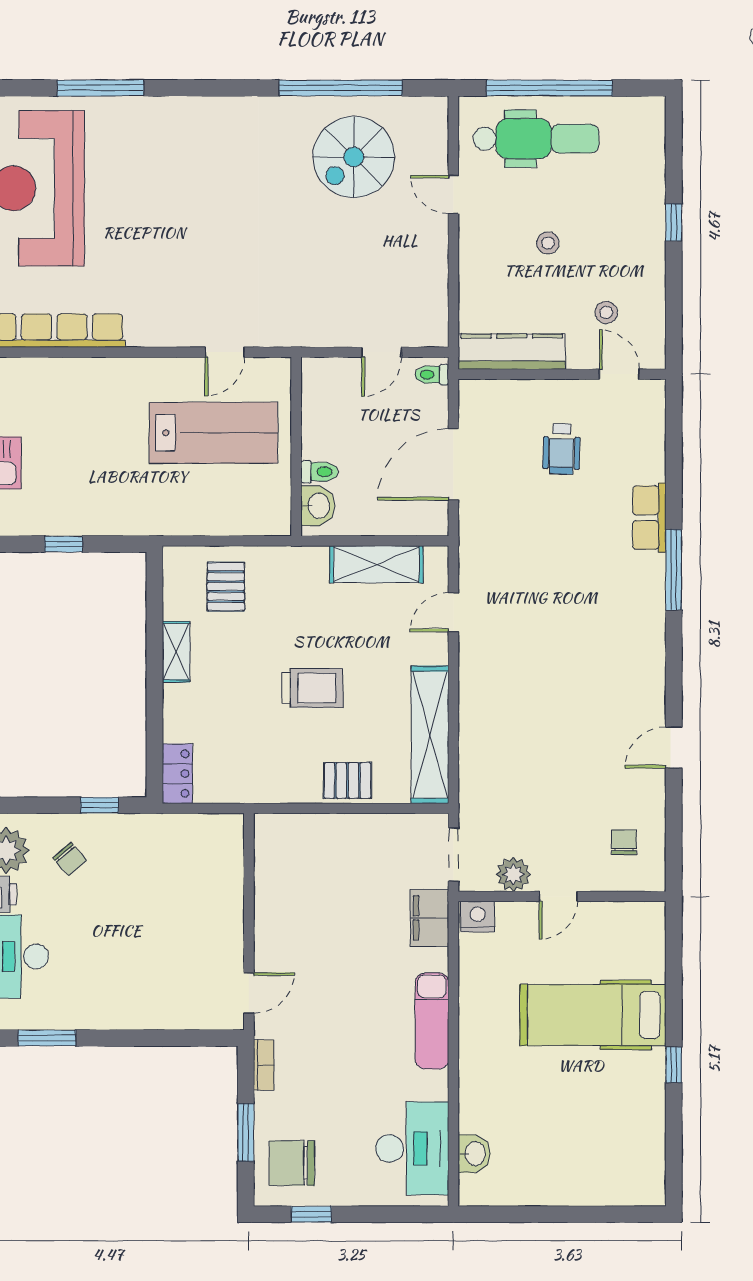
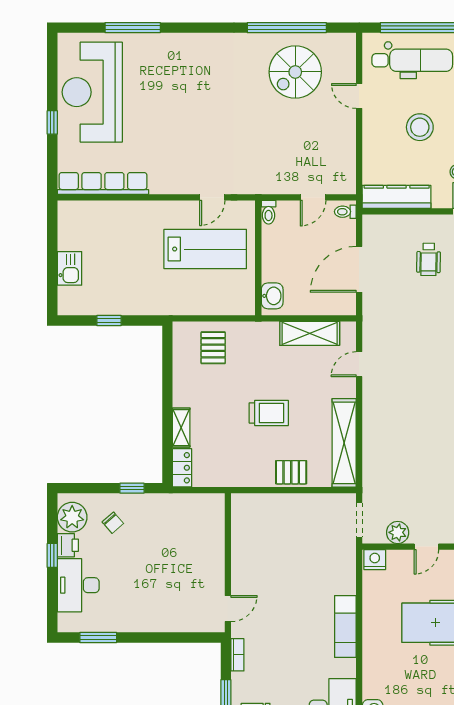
stool: (548, 243) -> (420, 127), width x1.89, depth x1.89
toilet: (319, 472) -> (269, 212), moved, turned 90
shelving: (176, 652) -> (181, 428), moved
filing cabinet: (429, 918) -> (344, 560), removed

